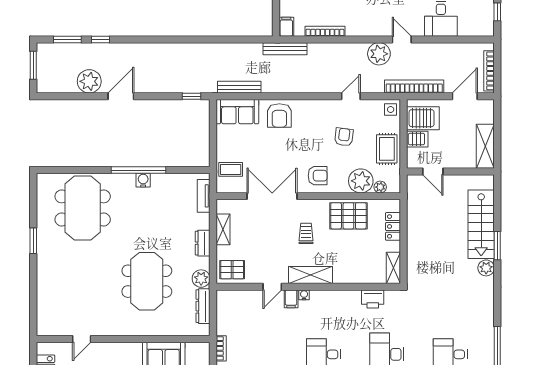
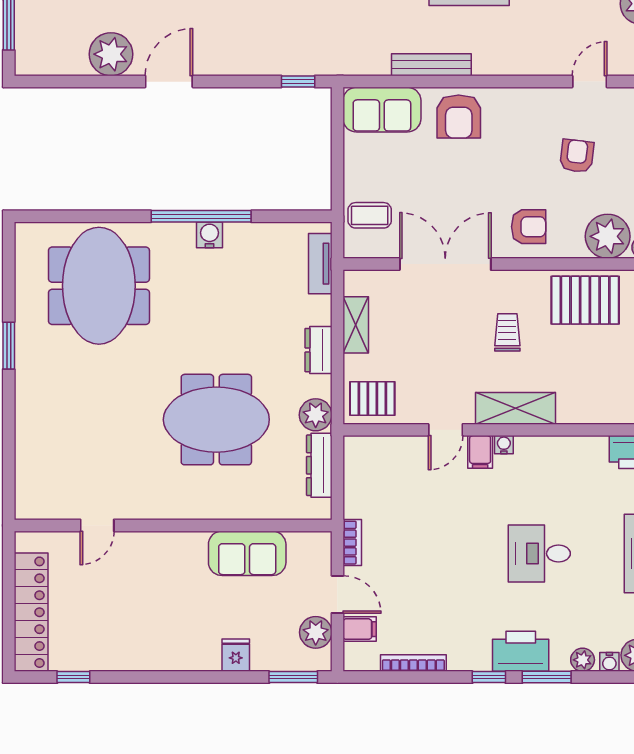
bench: (239, 87) -> (431, 65), moved
meeting table: (147, 281) -> (216, 420), turned 90

